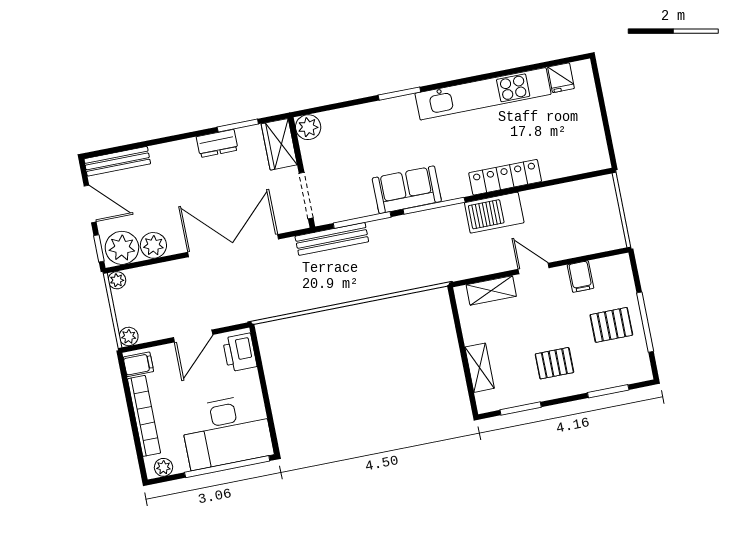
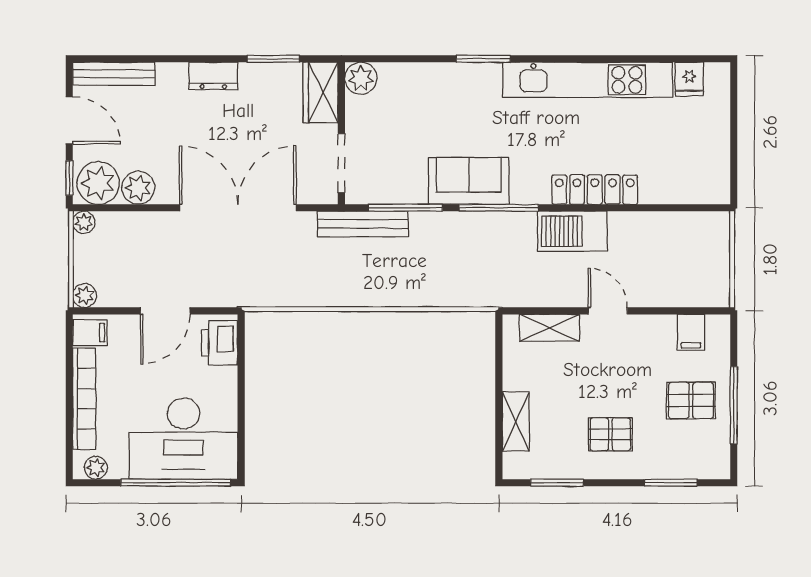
dresser: (217, 143) -> (213, 76), moved
filing cabinet: (580, 277) -> (691, 332), moved

